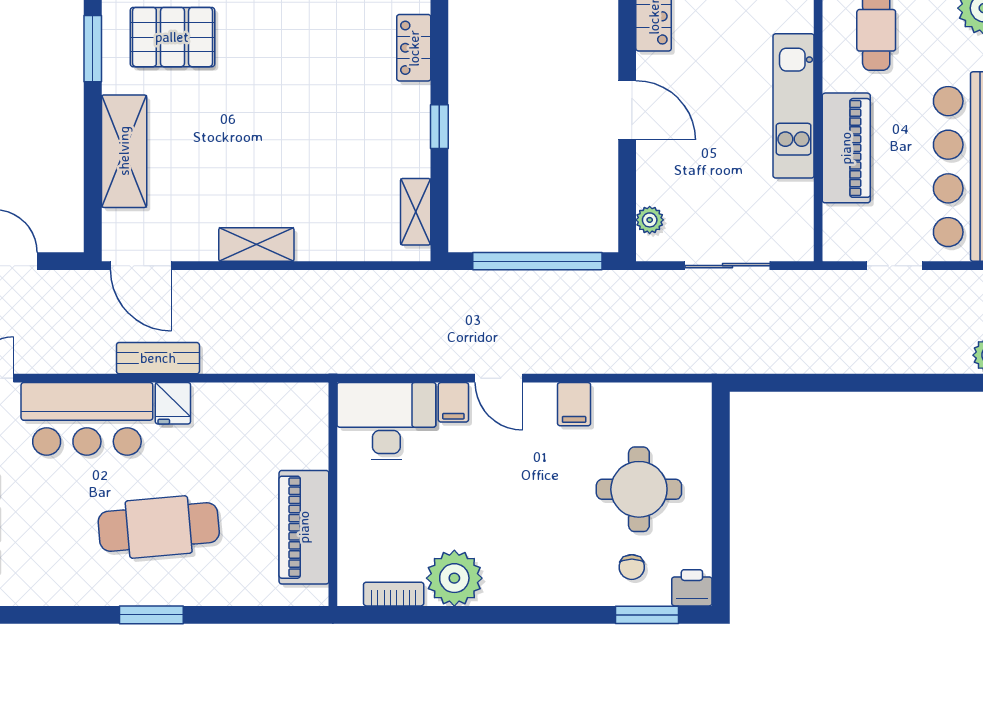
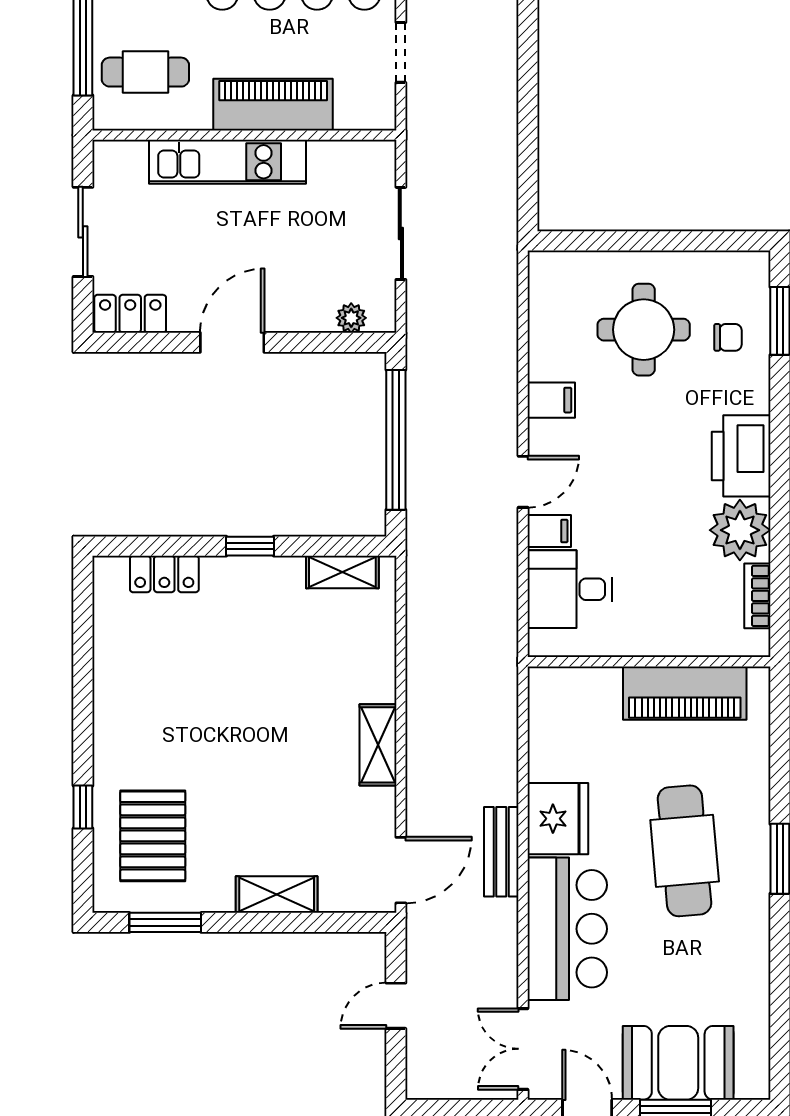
shelving: (124, 151) -> (277, 895), width x0.67, depth x0.75
fridge: (173, 403) -> (558, 819), width x1.88, depth x1.34
desk: (386, 421) -> (570, 589), width x0.73
printer: (692, 588) -> (741, 456), moved, width x1.87, depth x1.48

